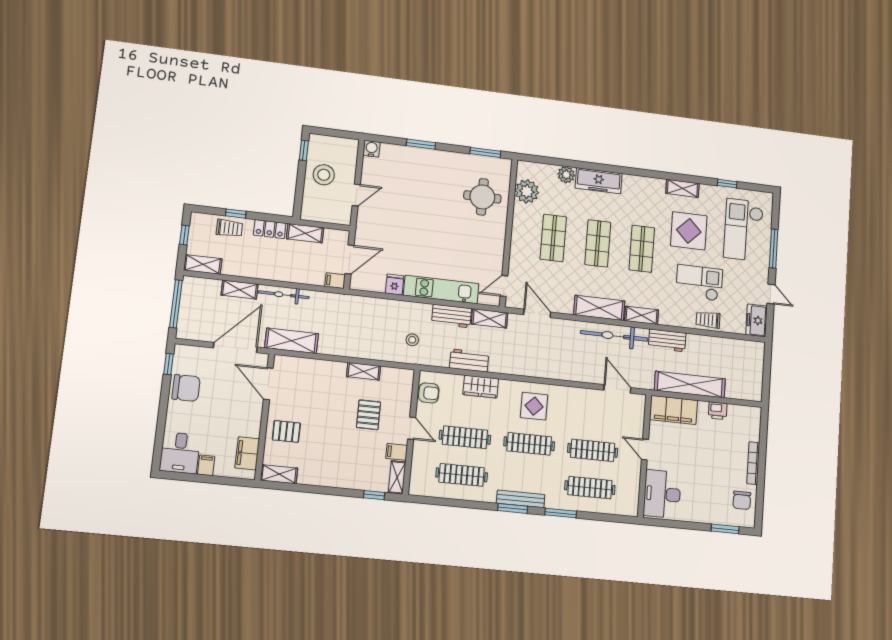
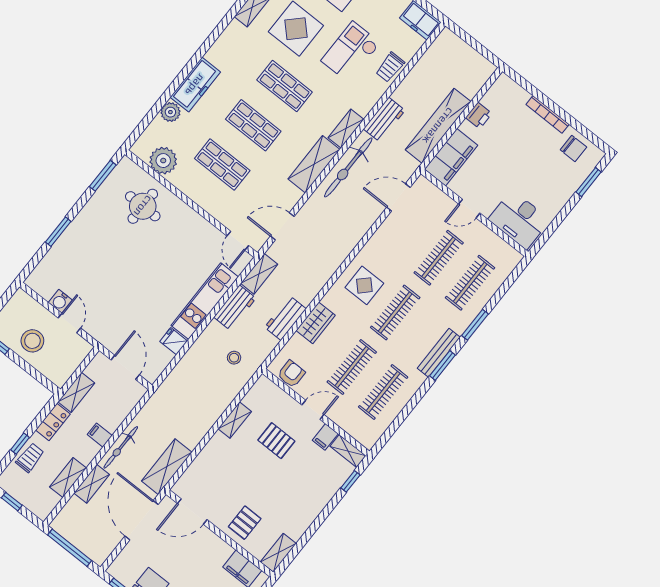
water cooler: (372, 149) -> (60, 301), moved, turned -90
shelving: (203, 264) -> (68, 478), moved
filing cabinet: (335, 281) -> (100, 435), moved, turned 90

